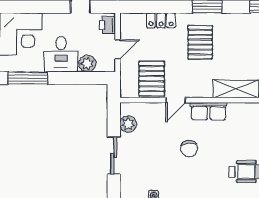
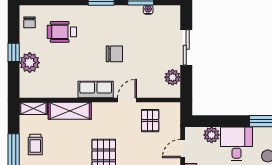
pallet: (152, 79) -> (150, 121), width x0.67, depth x0.71
chair: (189, 149) -> (114, 54), turned 96

